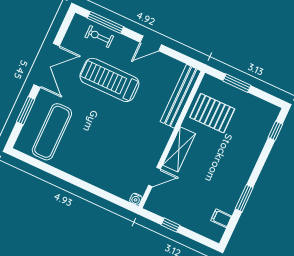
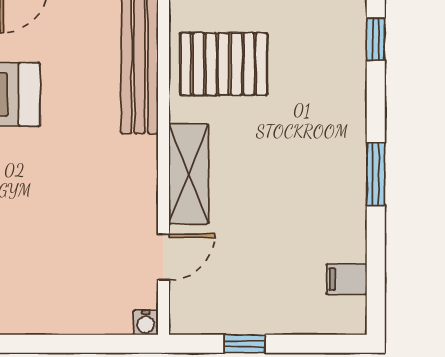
window: (244, 198) -> (376, 174), moved

